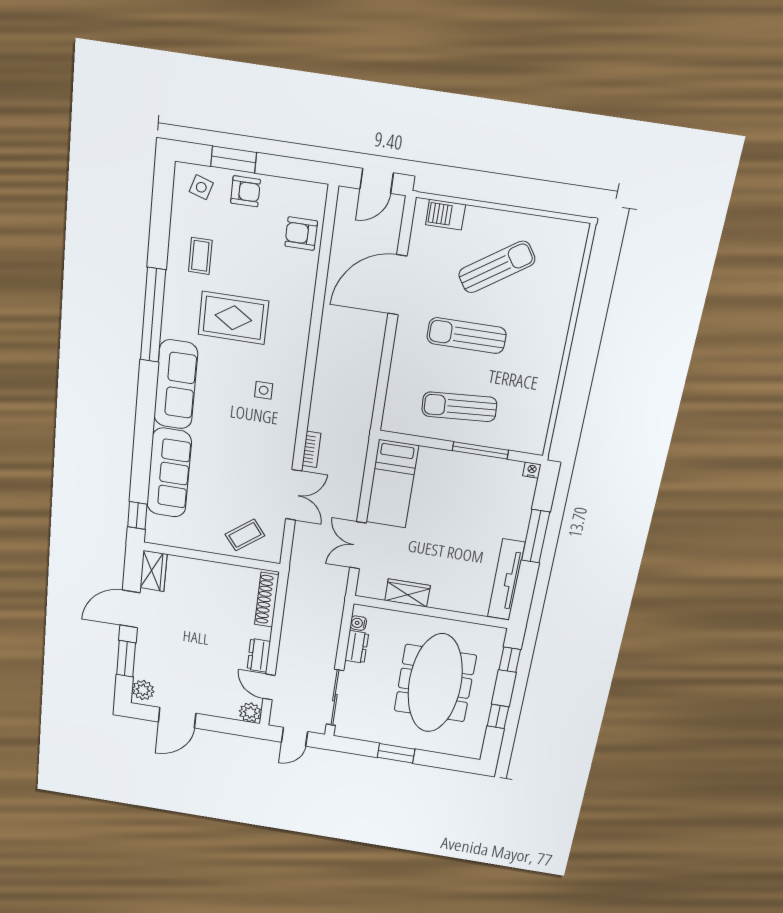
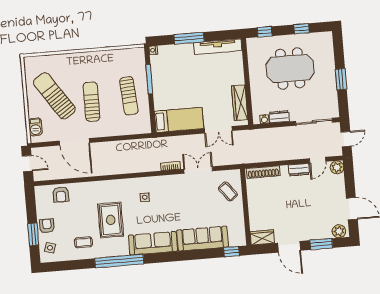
sun lounger: (497, 267) -> (54, 96), width x1.36, depth x1.34
sun lounger: (466, 336) -> (91, 102), turned 180
wardrobe: (408, 593) -> (240, 103), width x1.50
meeting table: (435, 683) -> (290, 69), width x0.73
door: (294, 737) -> (346, 139), hinge flipped

